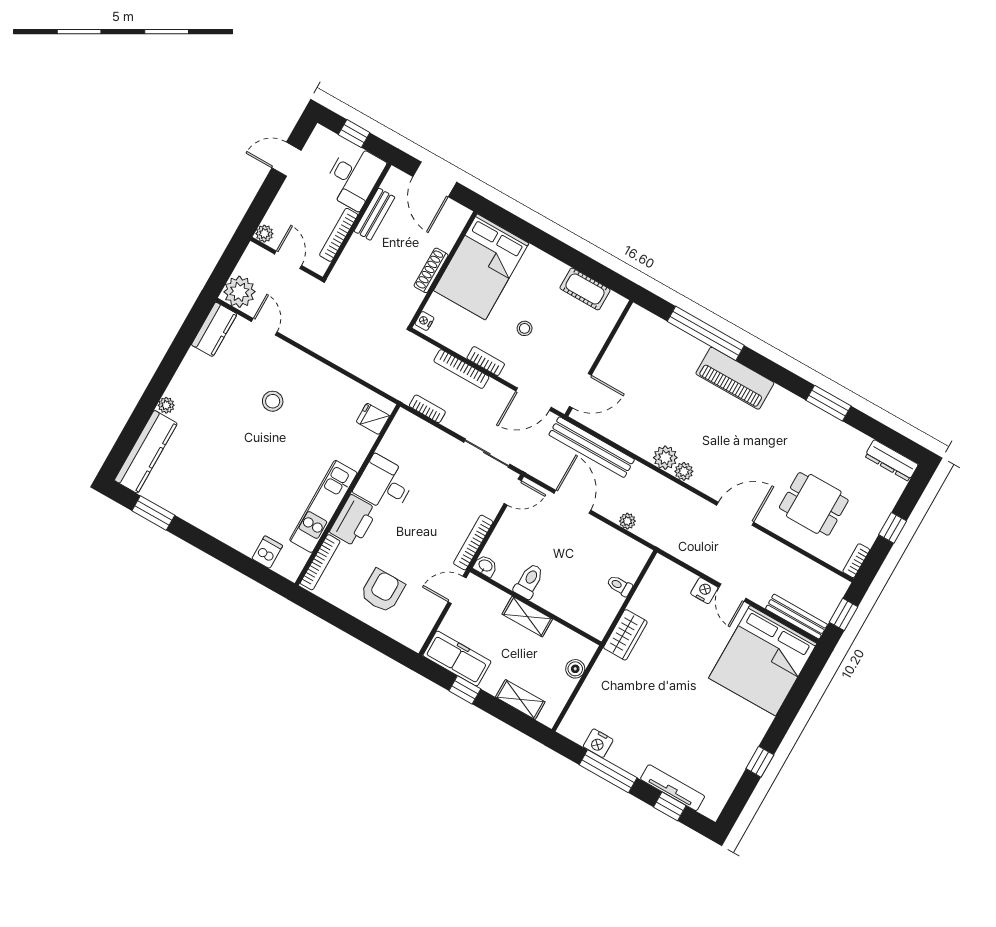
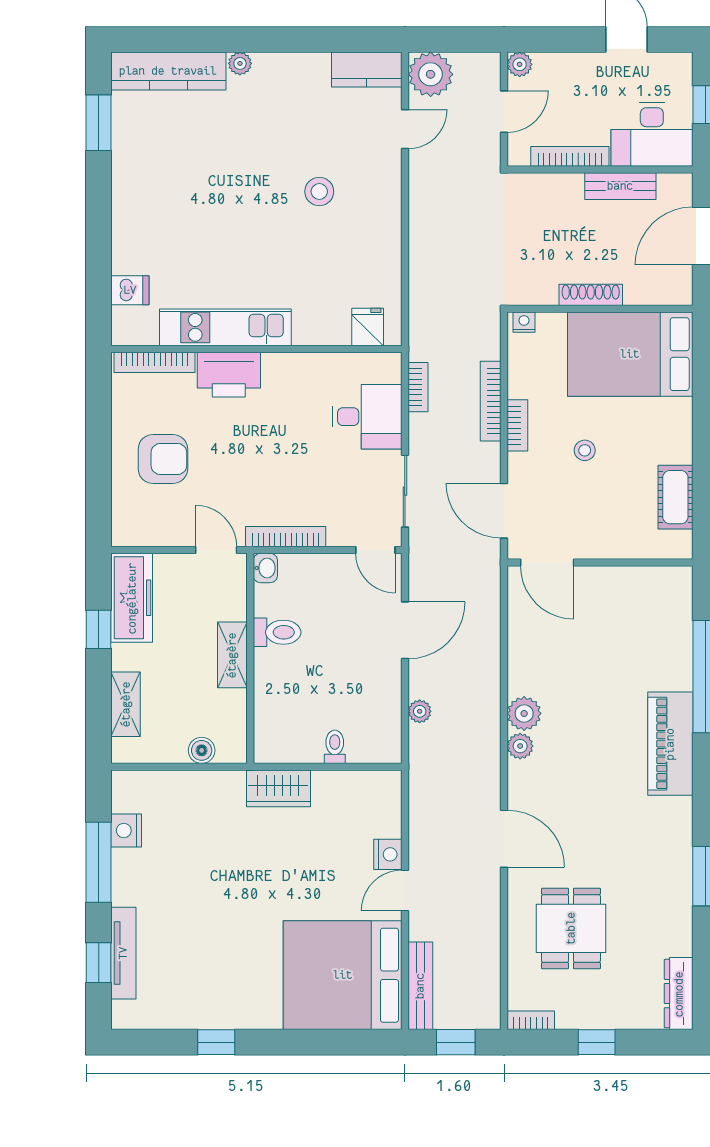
bench: (592, 447) -> (486, 616), removed
desk: (384, 484) -> (367, 417), moved, turned 90

